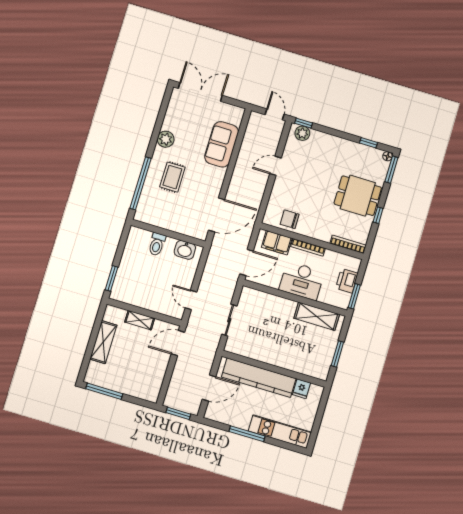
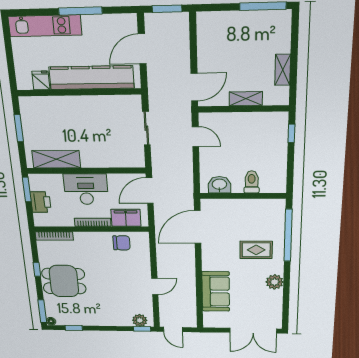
rug: (172, 177) -> (256, 250), turned 90
window: (111, 278) -> (291, 133), width x0.67
shelving: (103, 342) -> (283, 70), width x0.67, depth x0.75

